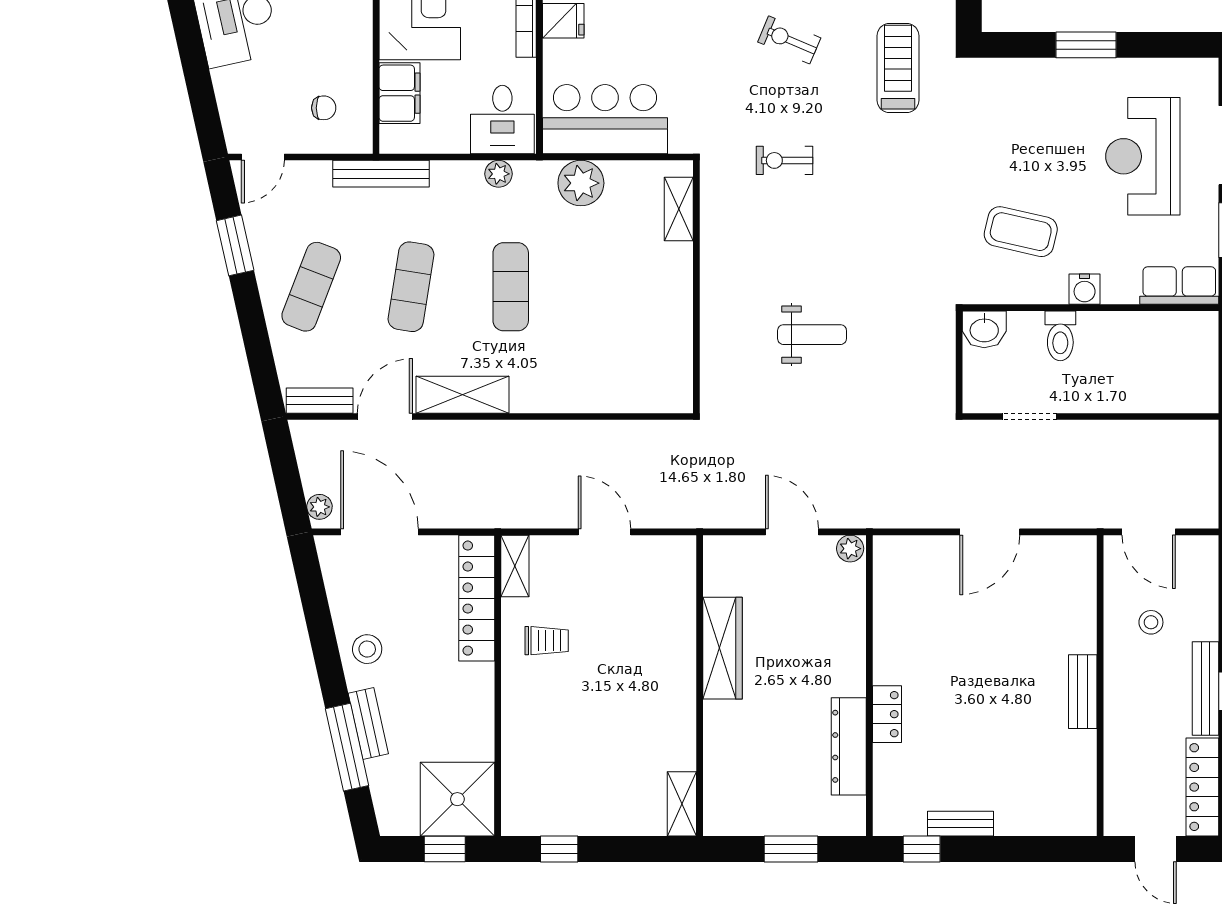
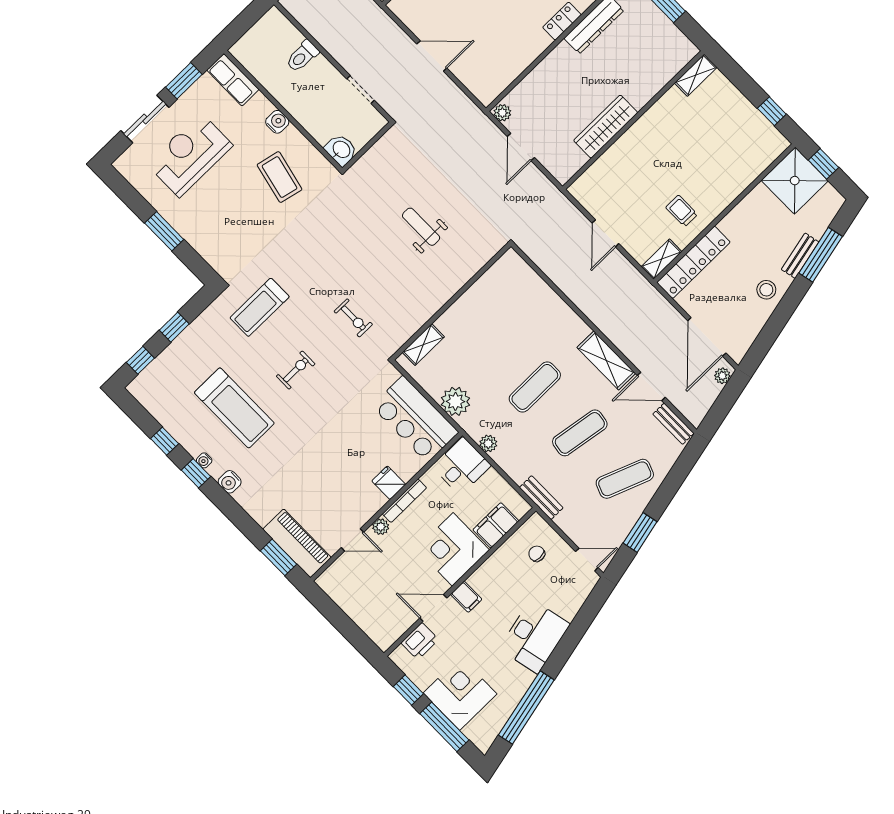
exercise bike: (789, 40) -> (296, 370), turned -113
reception desk: (1143, 156) -> (190, 155), turned 180
bench: (381, 174) -> (541, 498), width x0.73
toilet: (1060, 336) -> (302, 56), moved, turned 180

